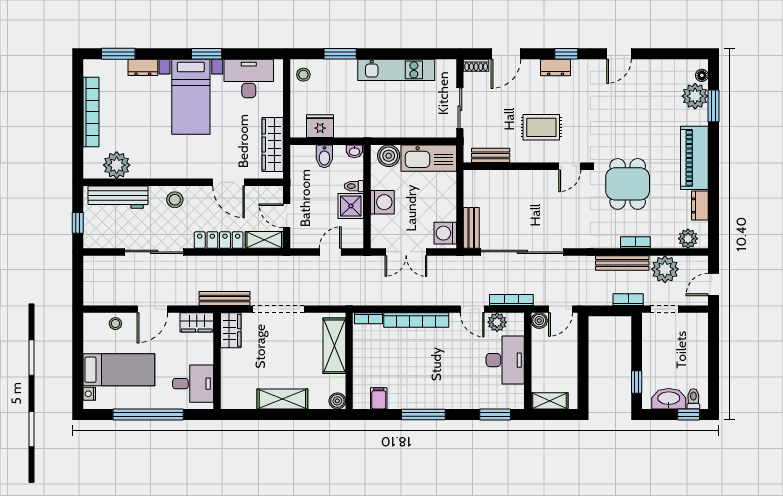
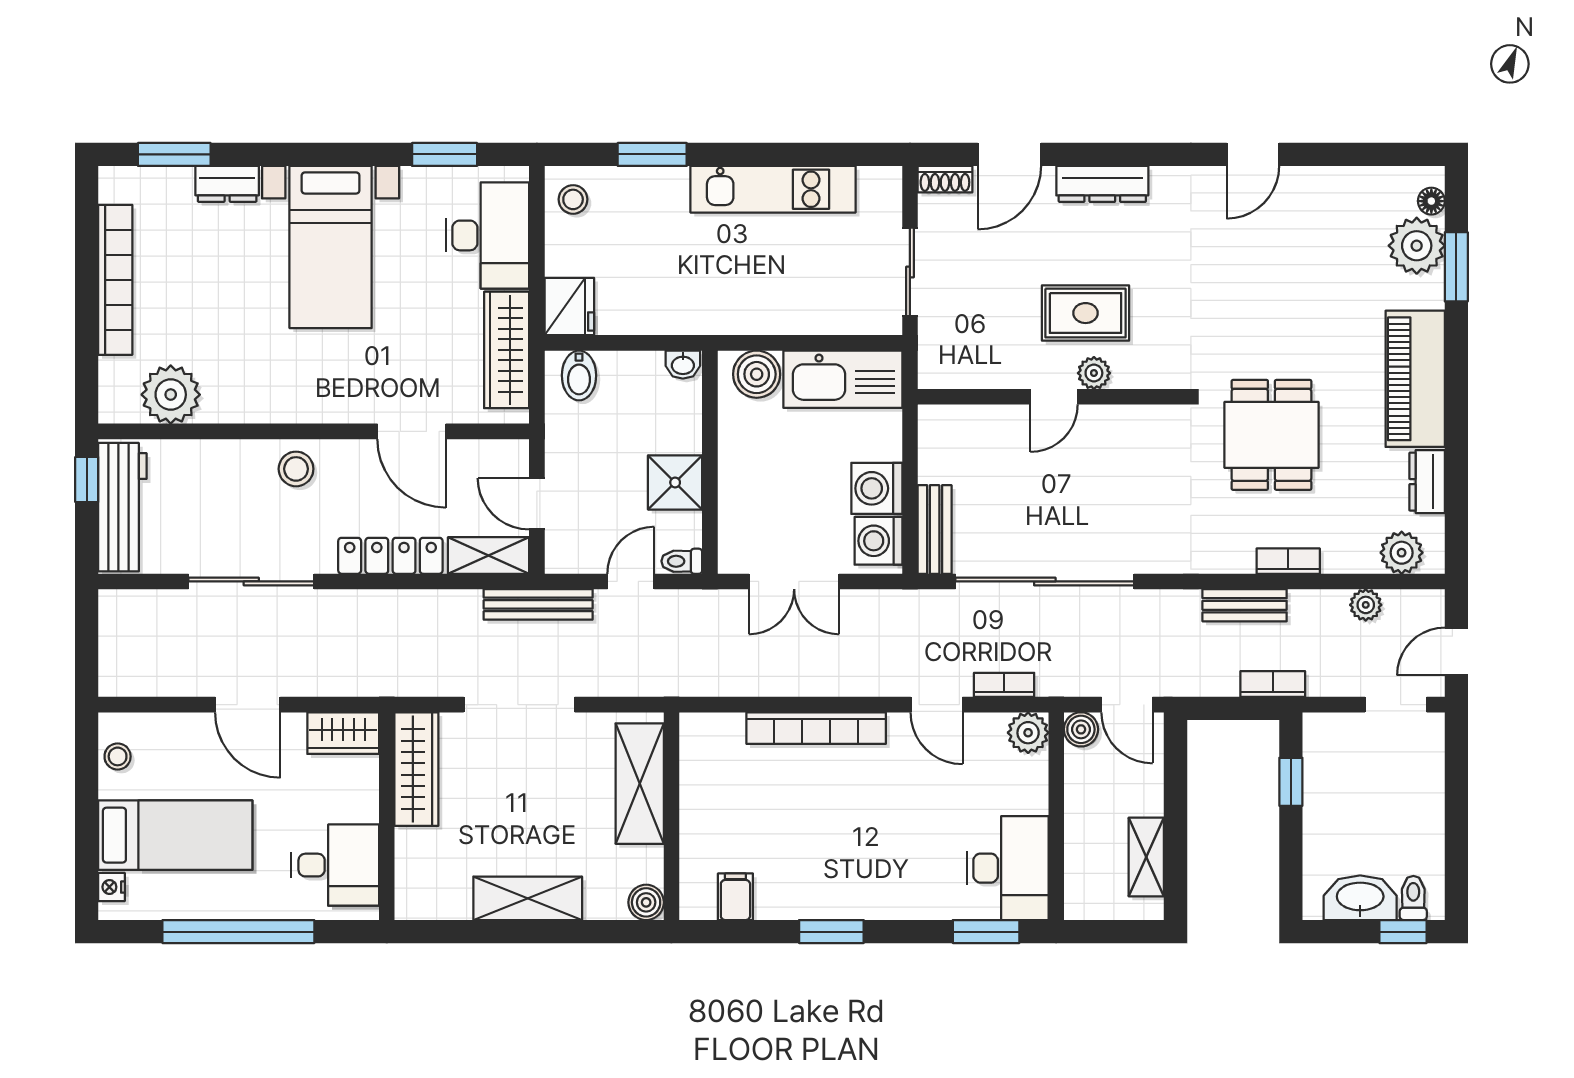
window: (207, 54) -> (445, 154), moved
window: (566, 54) -> (1139, 154), removed
dresser: (556, 67) -> (1102, 184), width x1.44
desk: (249, 78) -> (487, 235), moved, turned 90
fridge: (320, 126) -> (569, 307), moved, turned 90
bench: (491, 155) -> (976, 373), removed
plant: (545, 155) -> (1094, 373), added
bidet: (324, 156) -> (579, 375), moved
door: (570, 166) -> (1054, 397), moved
toilet: (354, 186) -> (682, 561), moved
workbench: (118, 197) -> (122, 507), moved, turned -90
washing machine: (382, 202) -> (877, 488), moved, turned 180
window: (78, 223) -> (87, 479), moved
bench: (622, 263) -> (1245, 605), width x0.73
plant: (665, 269) -> (1366, 605), width x0.53, depth x0.53
bench: (224, 298) -> (538, 604), moved
bookcase: (511, 300) -> (1004, 685), width x0.64
door: (152, 309) -> (248, 705), hinge flipped
door: (561, 309) -> (1127, 705), hinge flipped
doorway: (665, 309) -> (1396, 705), moved
bookcase: (369, 318) -> (713, 724), removed
plant: (497, 322) -> (1028, 733), moved
stool: (115, 324) -> (118, 756), moved
wardrobe: (231, 330) -> (416, 769), width x1.50
desk: (505, 360) -> (1008, 868), moved
window: (637, 382) -> (1291, 782), moved
shelving: (550, 401) -> (1146, 857), moved, turned 90
window: (423, 414) -> (831, 932), width x0.69

